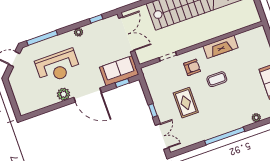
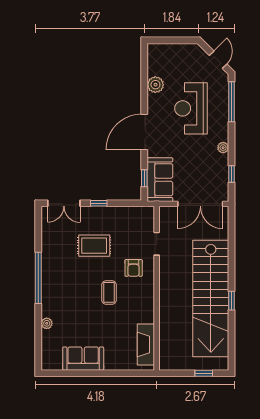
fireplace: (221, 47) -> (146, 344), moved
plant: (64, 94) -> (155, 85), moved

